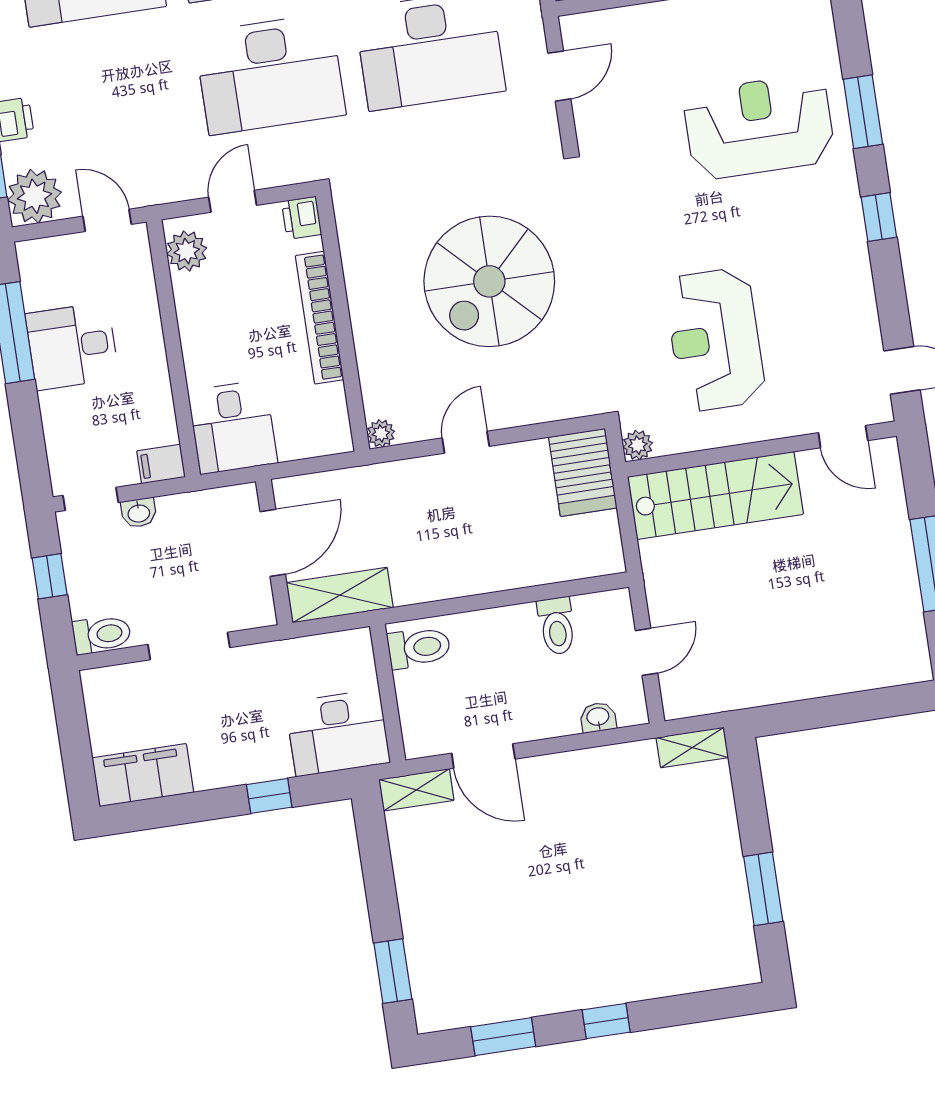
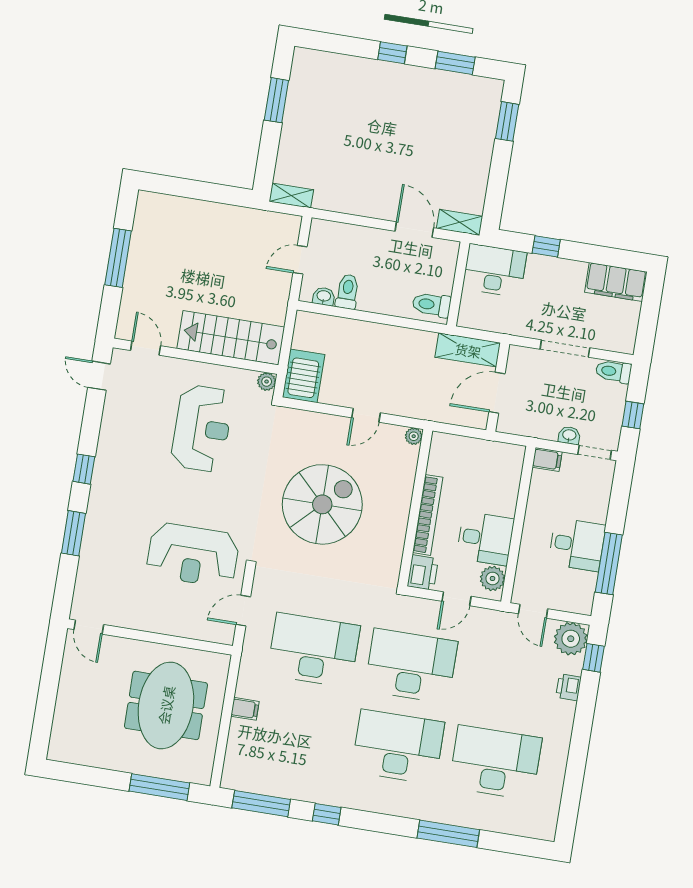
reception desk: (759, 127) -> (193, 555), moved
printer: (302, 218) -> (423, 573), width x1.36, depth x1.24
desk: (233, 427) -> (485, 539), moved, turned 90
washbasin: (598, 717) -> (324, 296), moved, turned 180

